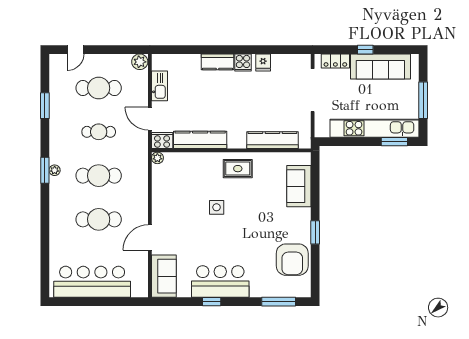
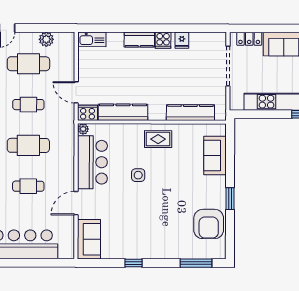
window: (365, 50) -> (277, 28), removed
plant: (140, 62) -> (46, 39), moved
kitchen sink: (159, 86) -> (92, 39), moved, turned 90
cafe table: (99, 219) -> (28, 186), width x0.73, depth x0.74
bar counter: (220, 281) -> (92, 162), moved, turned 90

